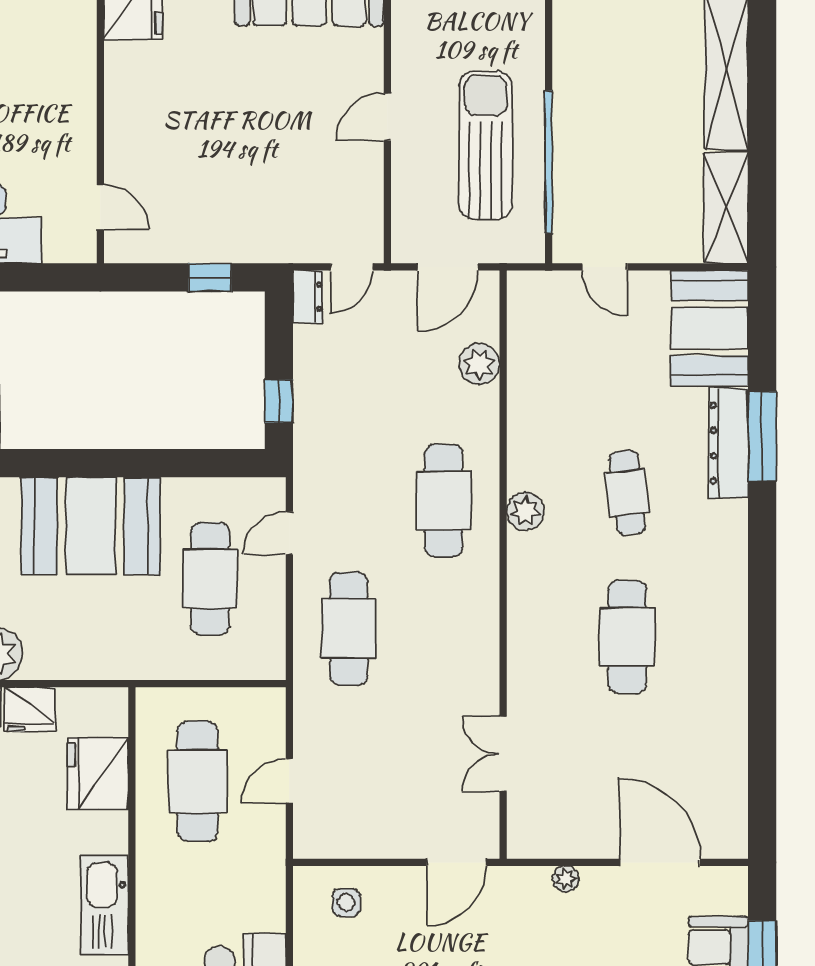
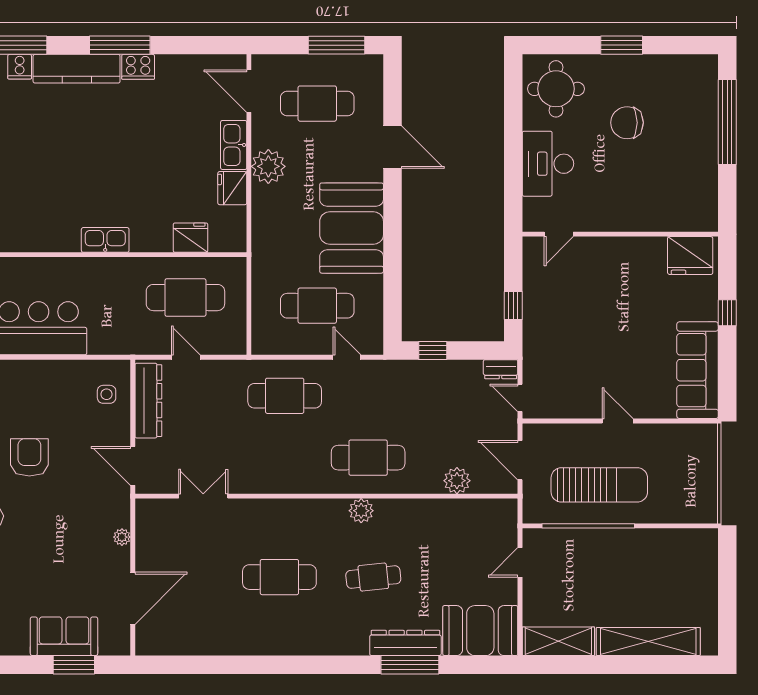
fridge: (98, 774) -> (190, 238), width x0.73, depth x0.75
dresser: (356, 838) -> (148, 401), added
kitchen sink: (104, 905) -> (105, 240), width x0.73, depth x0.81

